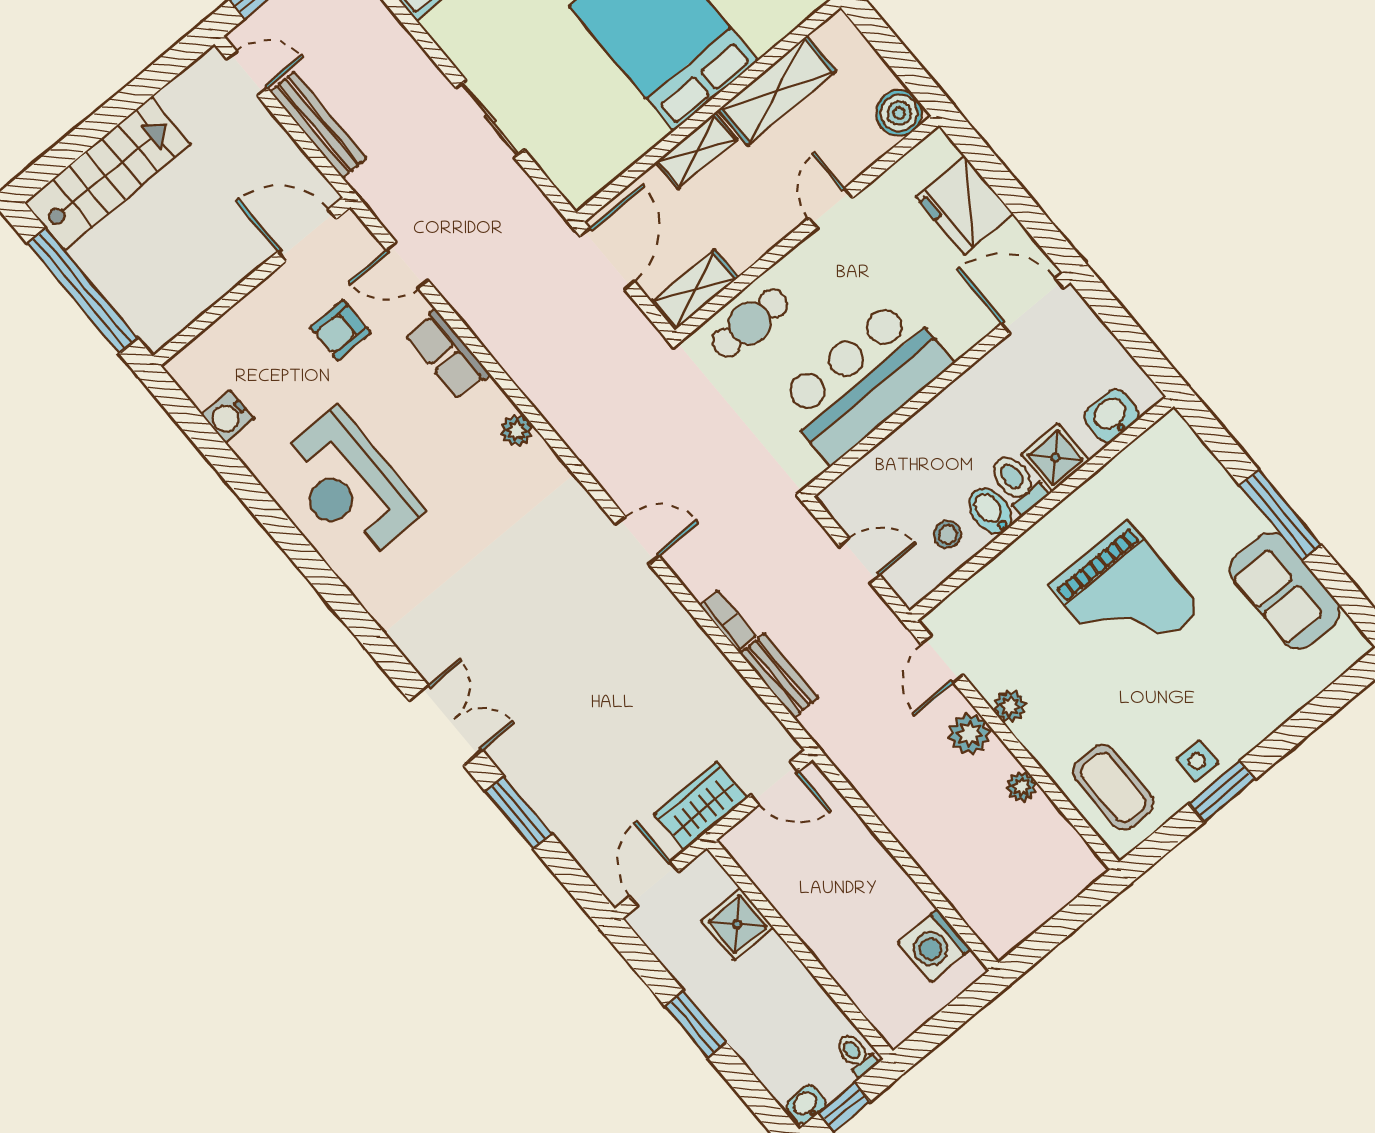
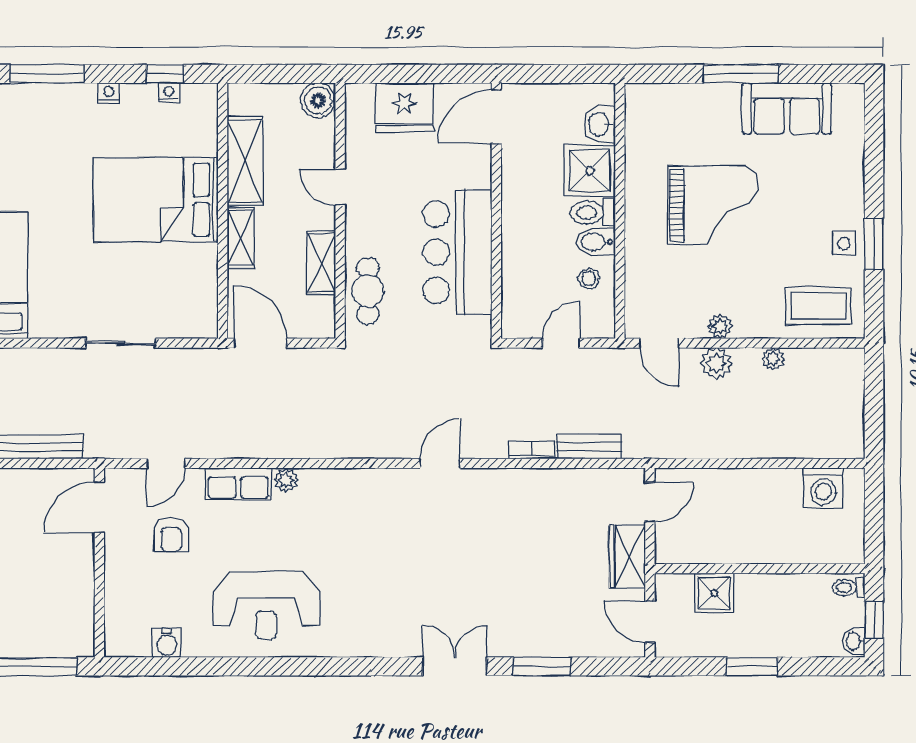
shelving: (695, 290) -> (321, 263), moved
plant: (517, 430) -> (286, 480), moved
shower: (1055, 458) -> (590, 171), width x1.36, depth x1.36

